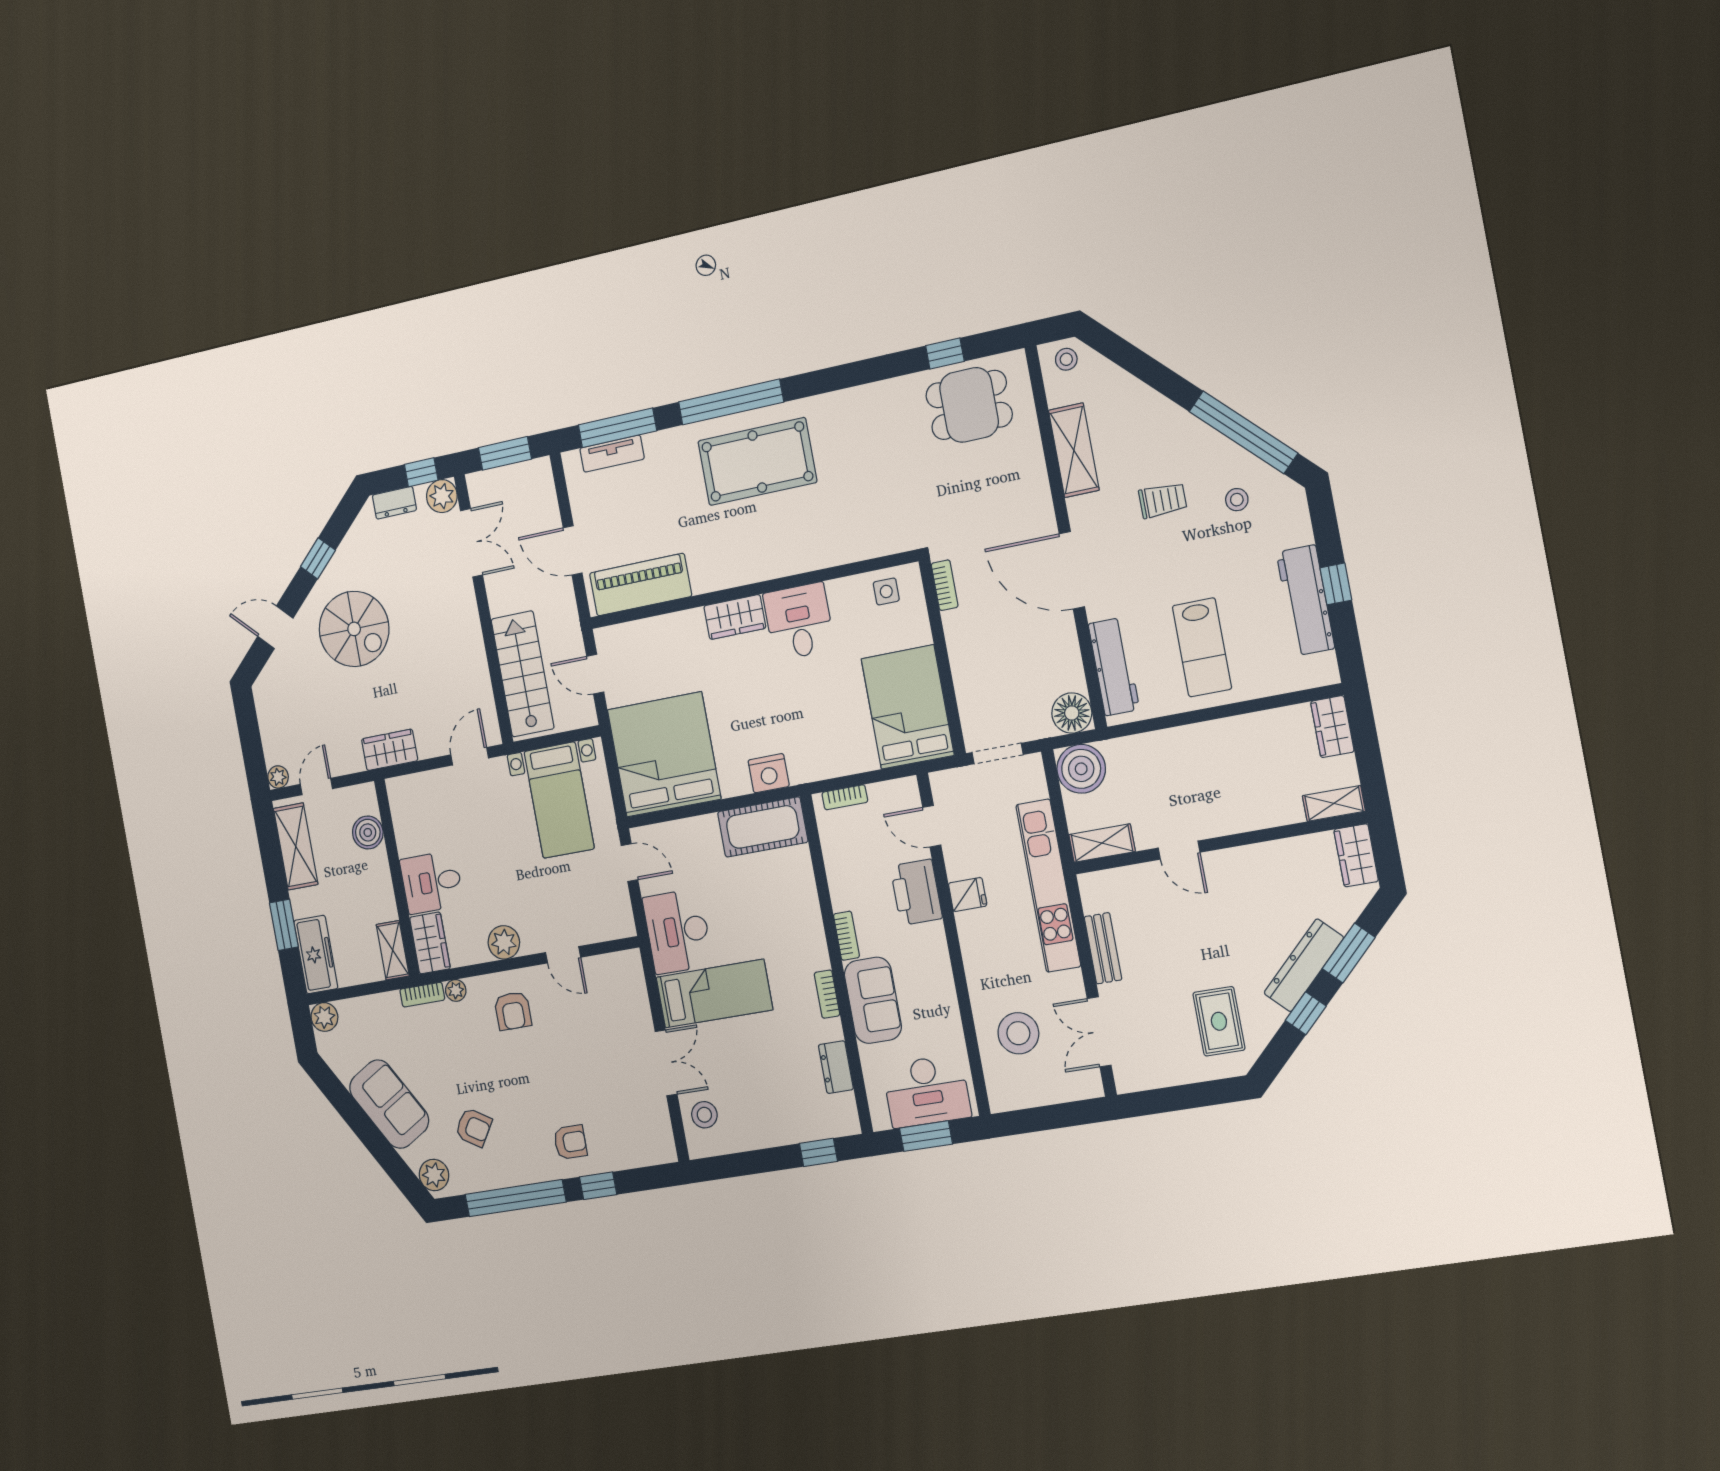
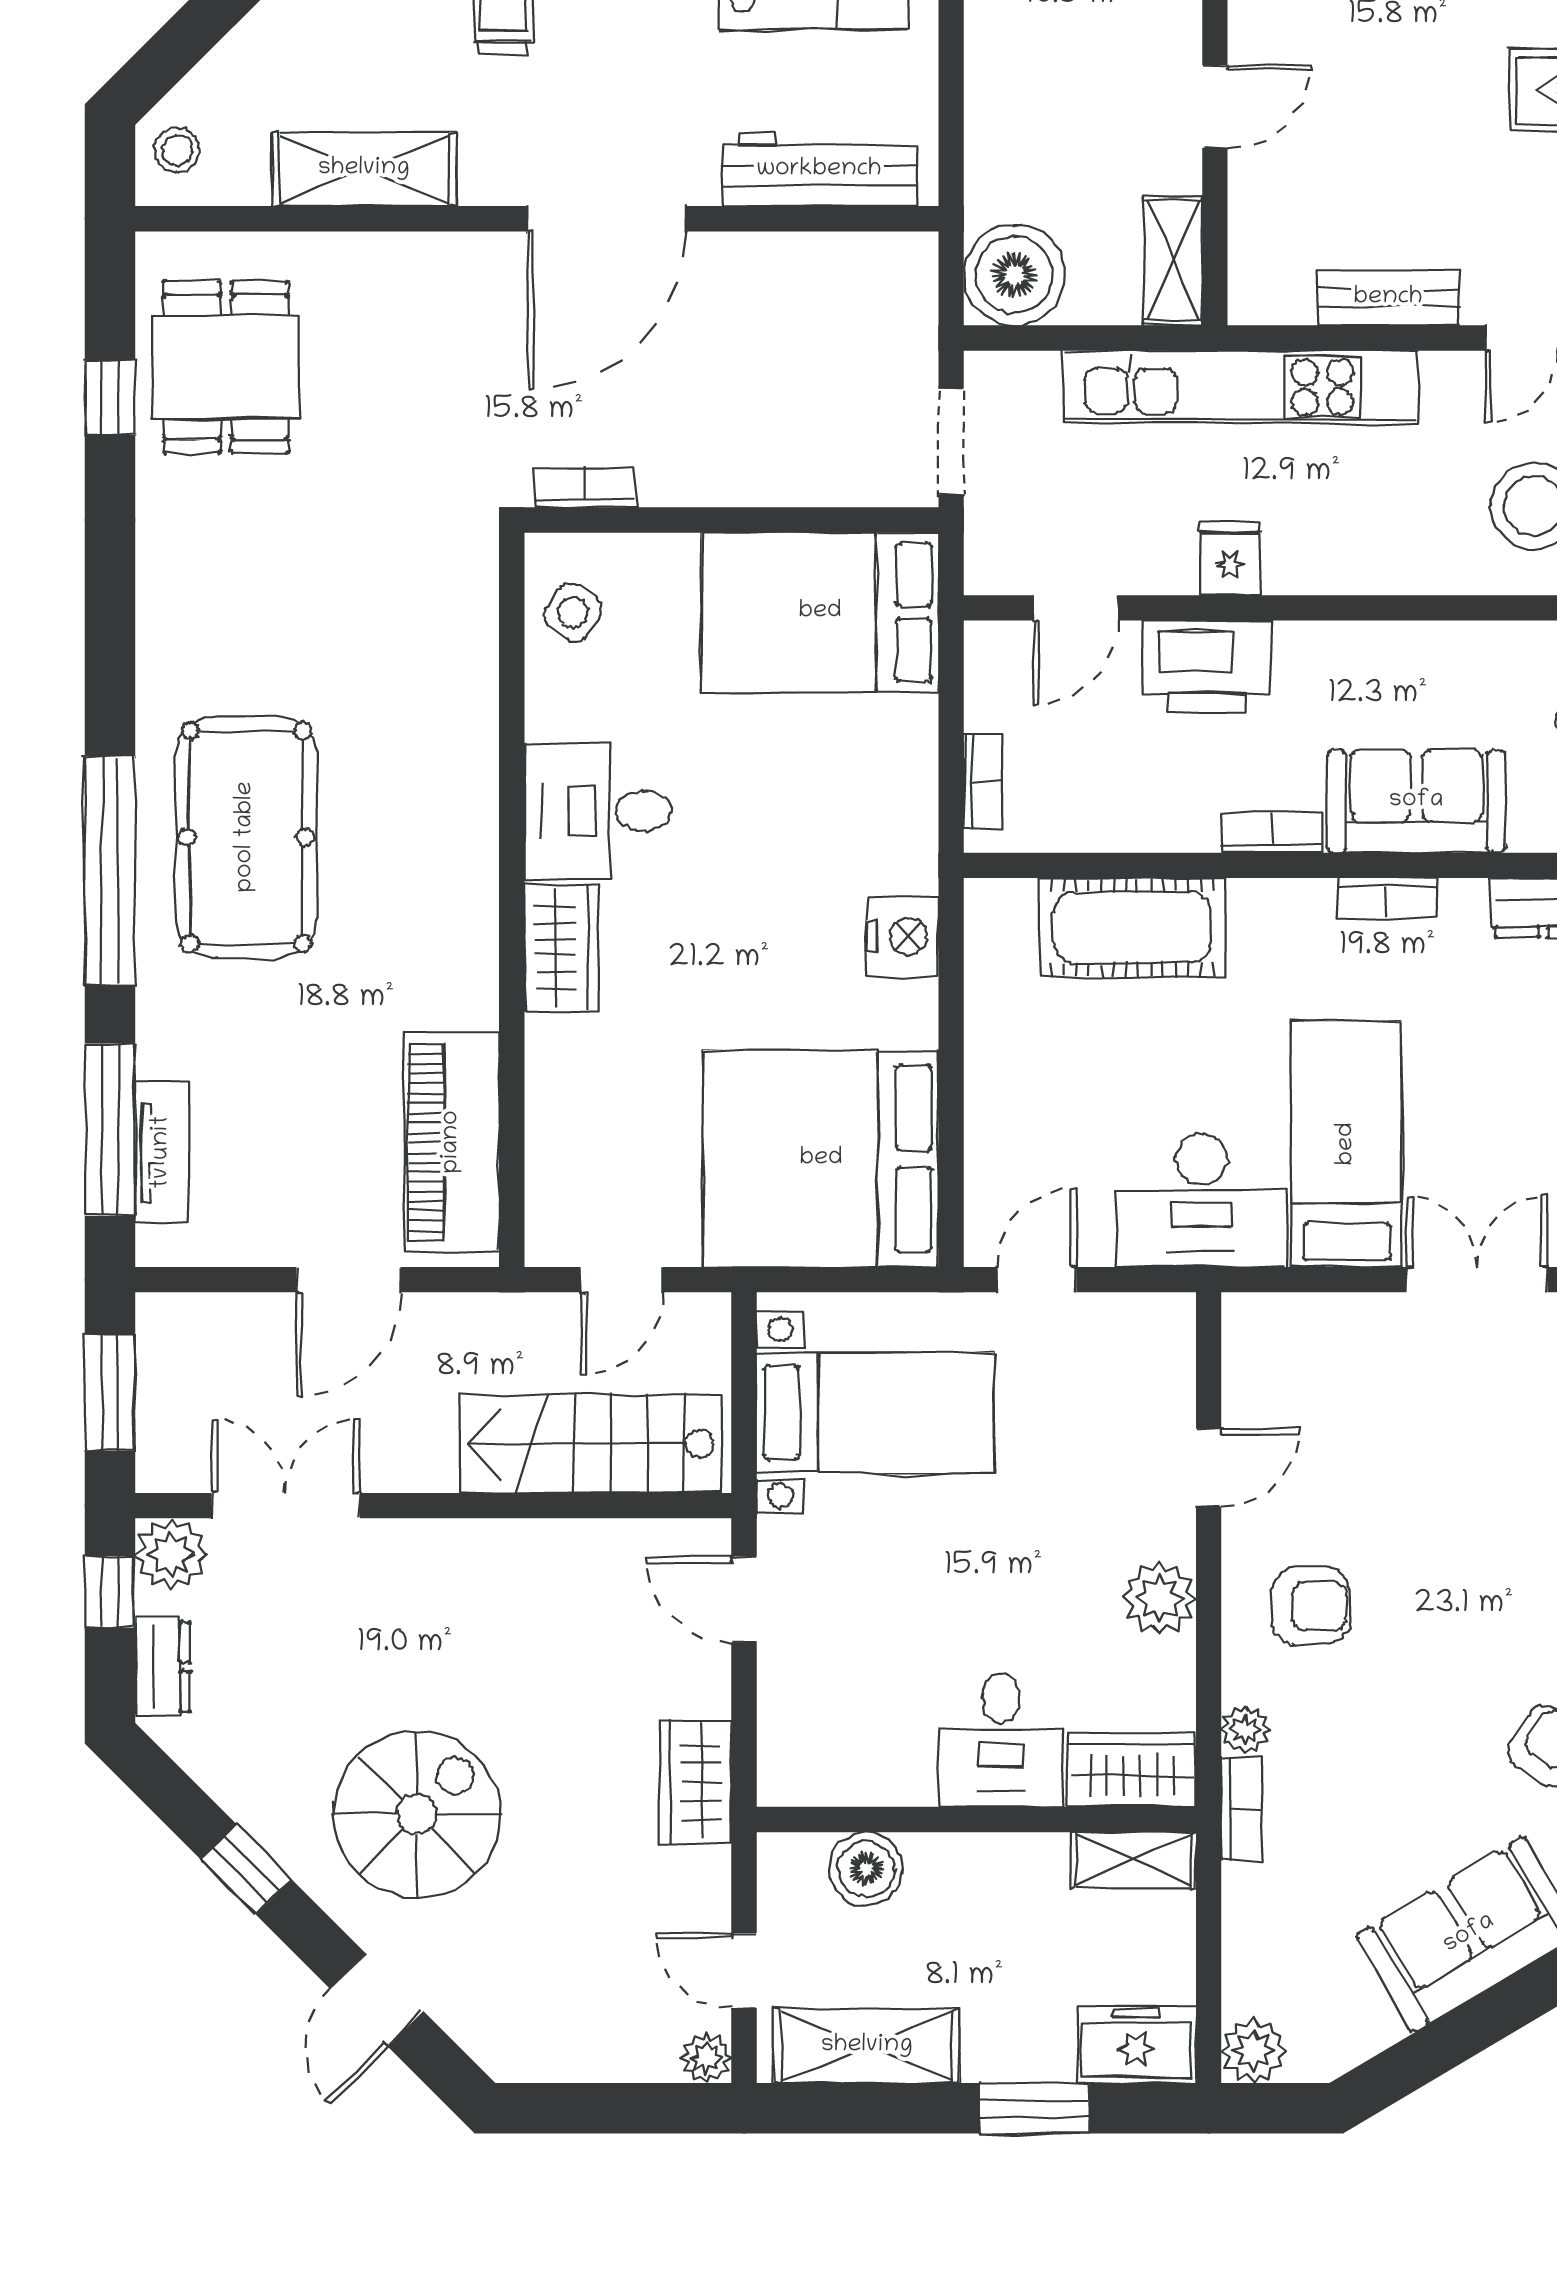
side table: (886, 591) -> (573, 613), turned 35
floor lamp: (1072, 713) -> (897, 273), removed
cot: (763, 827) -> (1132, 927), moved, turned 90
freezer: (316, 955) -> (1136, 2044), width x0.71

